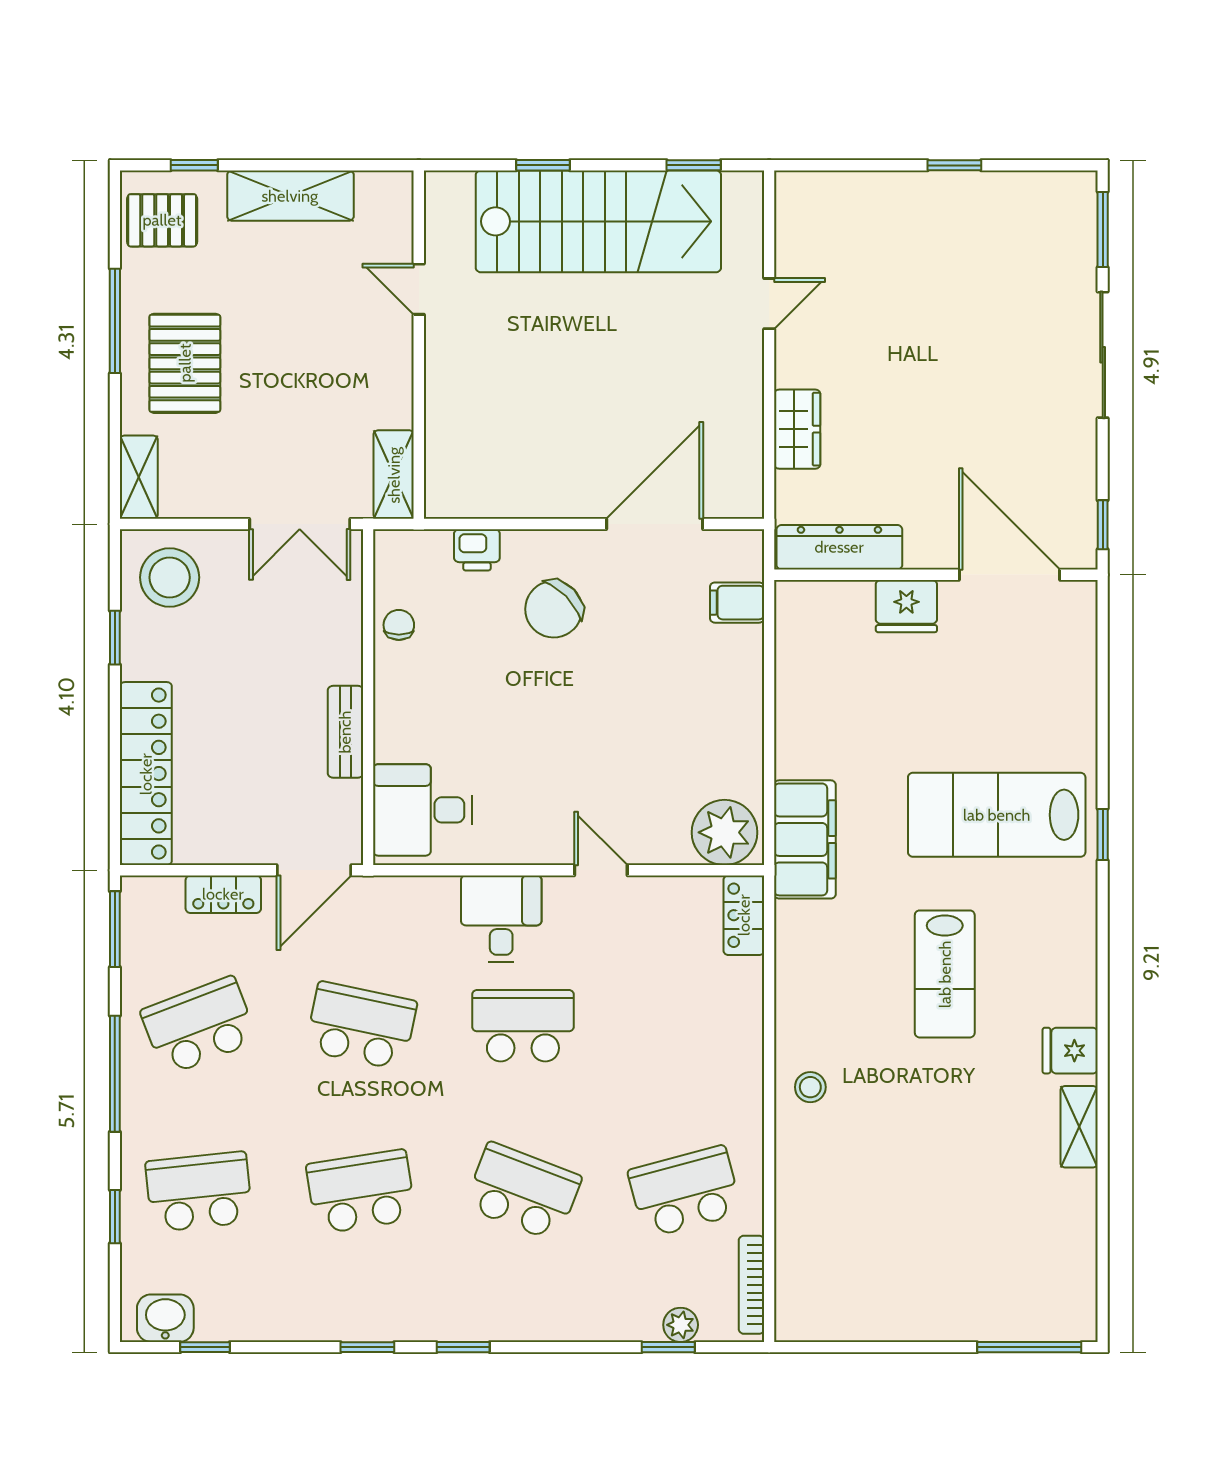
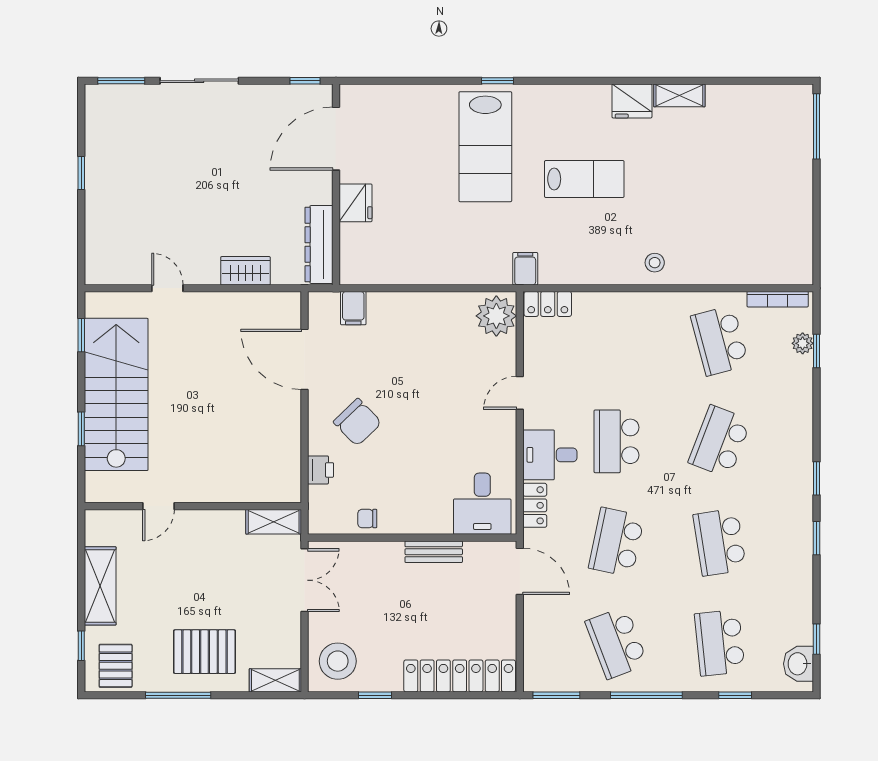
filing cabinet: (805, 839) -> (525, 269), width x0.33, depth x0.86
locker: (223, 894) -> (535, 505), moved
fridge: (1070, 1051) -> (632, 101), width x1.38

